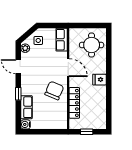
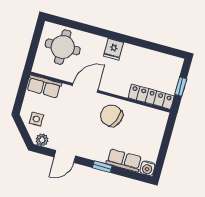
locker: (74, 103) -> (151, 97), moved

